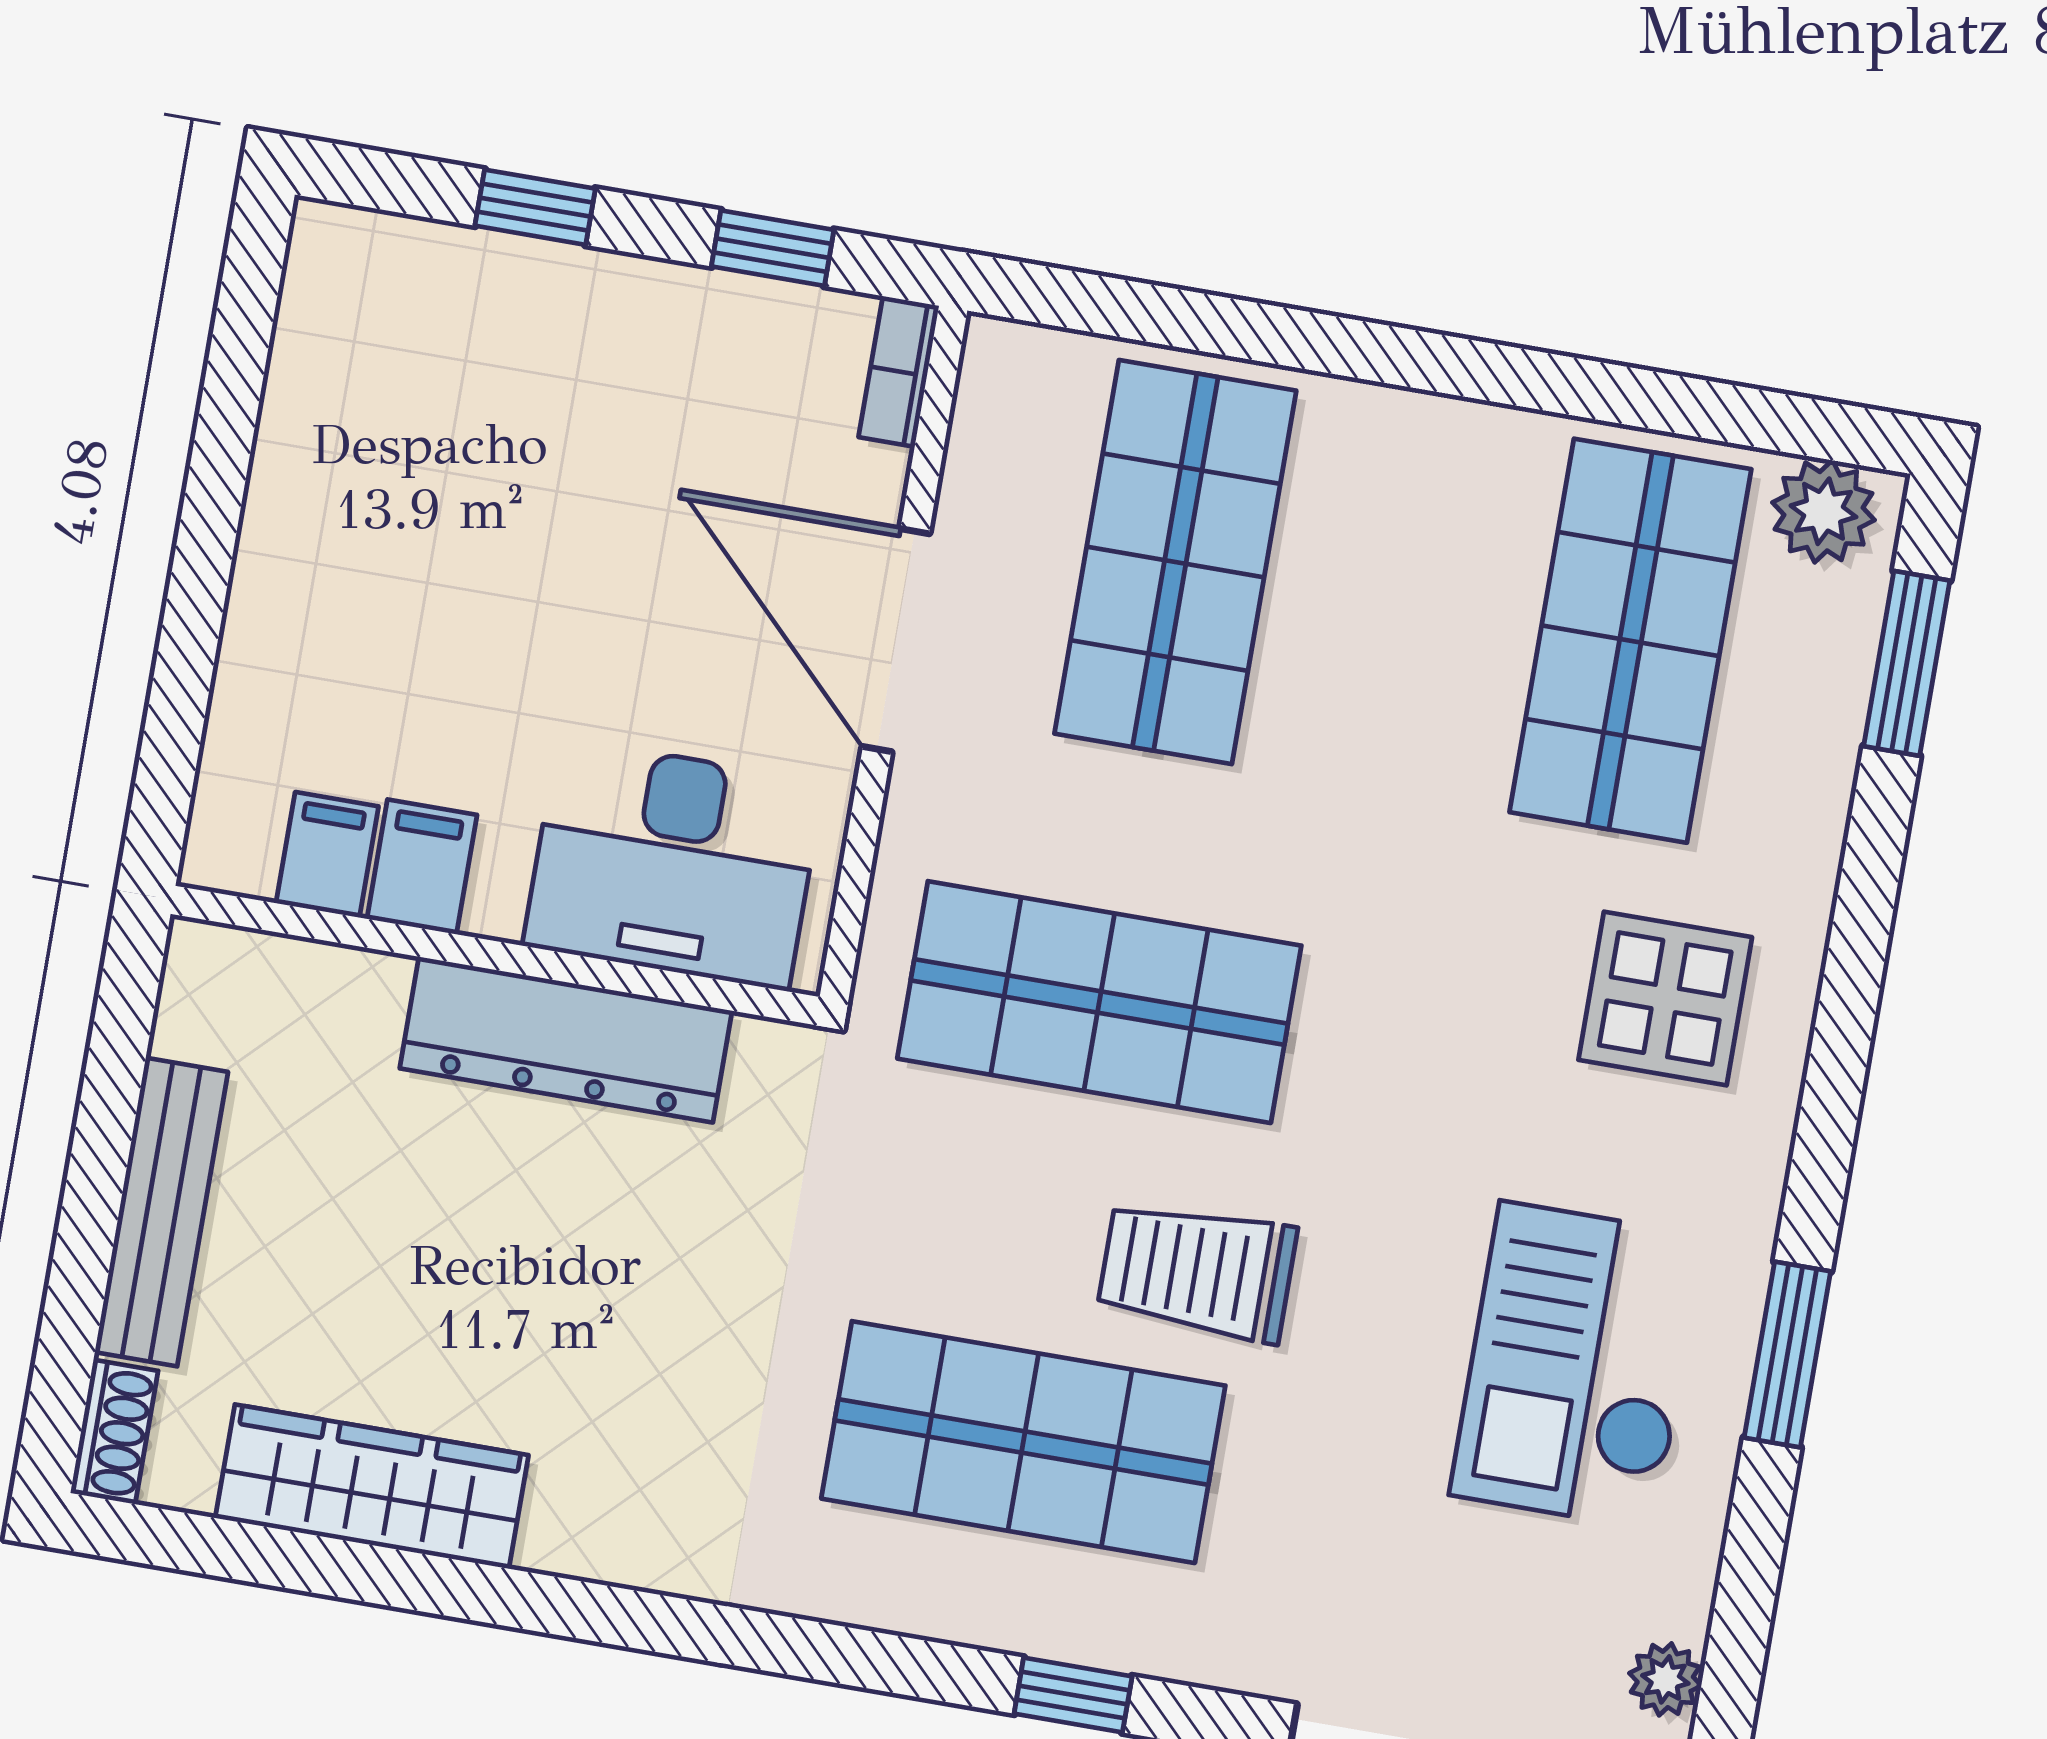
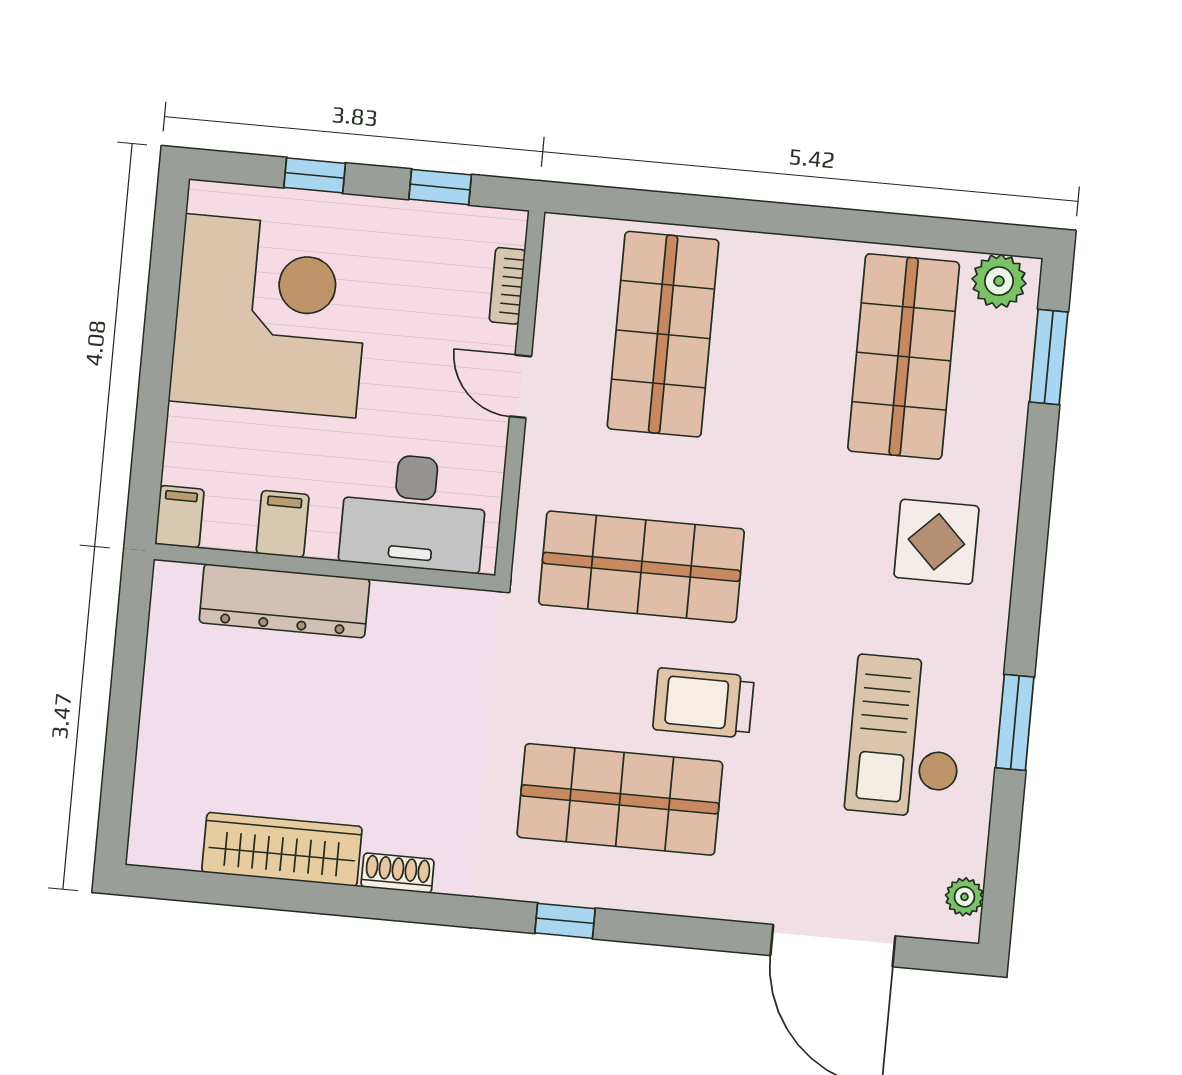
bookcase: (899, 371) -> (507, 286), moved
corner desk: (430, 468) -> (270, 316), added
door: (896, 640) -> (521, 386), width x0.53
filing cabinet: (327, 855) -> (180, 517), moved
dresser: (566, 1040) -> (284, 601), moved
bench: (161, 1212) -> (161, 715), removed
shoe rack: (114, 1432) -> (398, 873), moved, turned -90
window: (1073, 1695) -> (565, 921), moved

